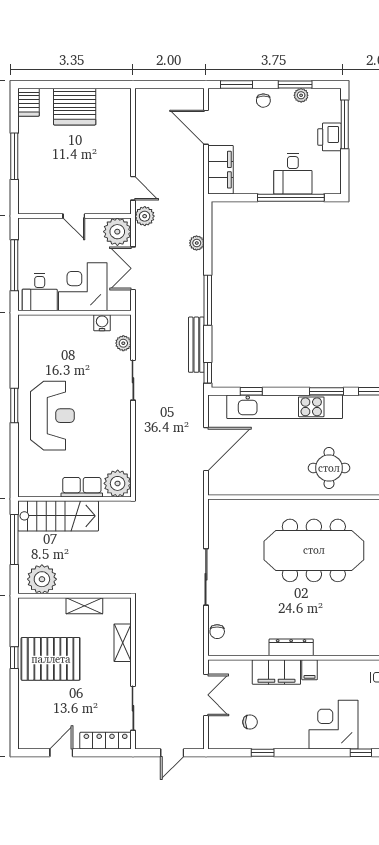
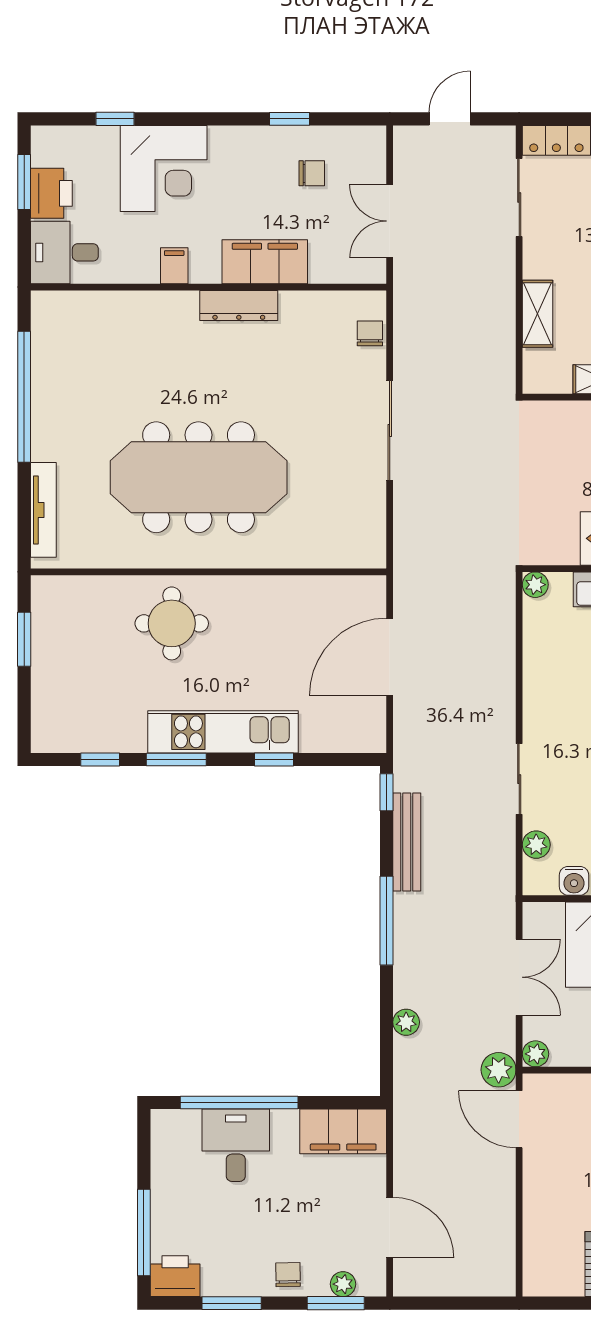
plant: (301, 95) -> (343, 1284), moved
printer: (329, 137) -> (175, 1276), moved, turned -90
filing cabinet: (220, 170) -> (343, 1131), moved, turned -90
door: (133, 188) -> (519, 1119), width x1.38
plant: (117, 232) -> (535, 1054), width x0.53, depth x0.53
window: (251, 391) -> (274, 760), moved
kitchen unit: (285, 407) -> (223, 732), width x0.73
plant: (118, 483) -> (535, 585), width x0.53, depth x0.53
filing cabinet: (310, 670) -> (174, 266), moved
chair: (250, 722) -> (312, 173), turned 180

